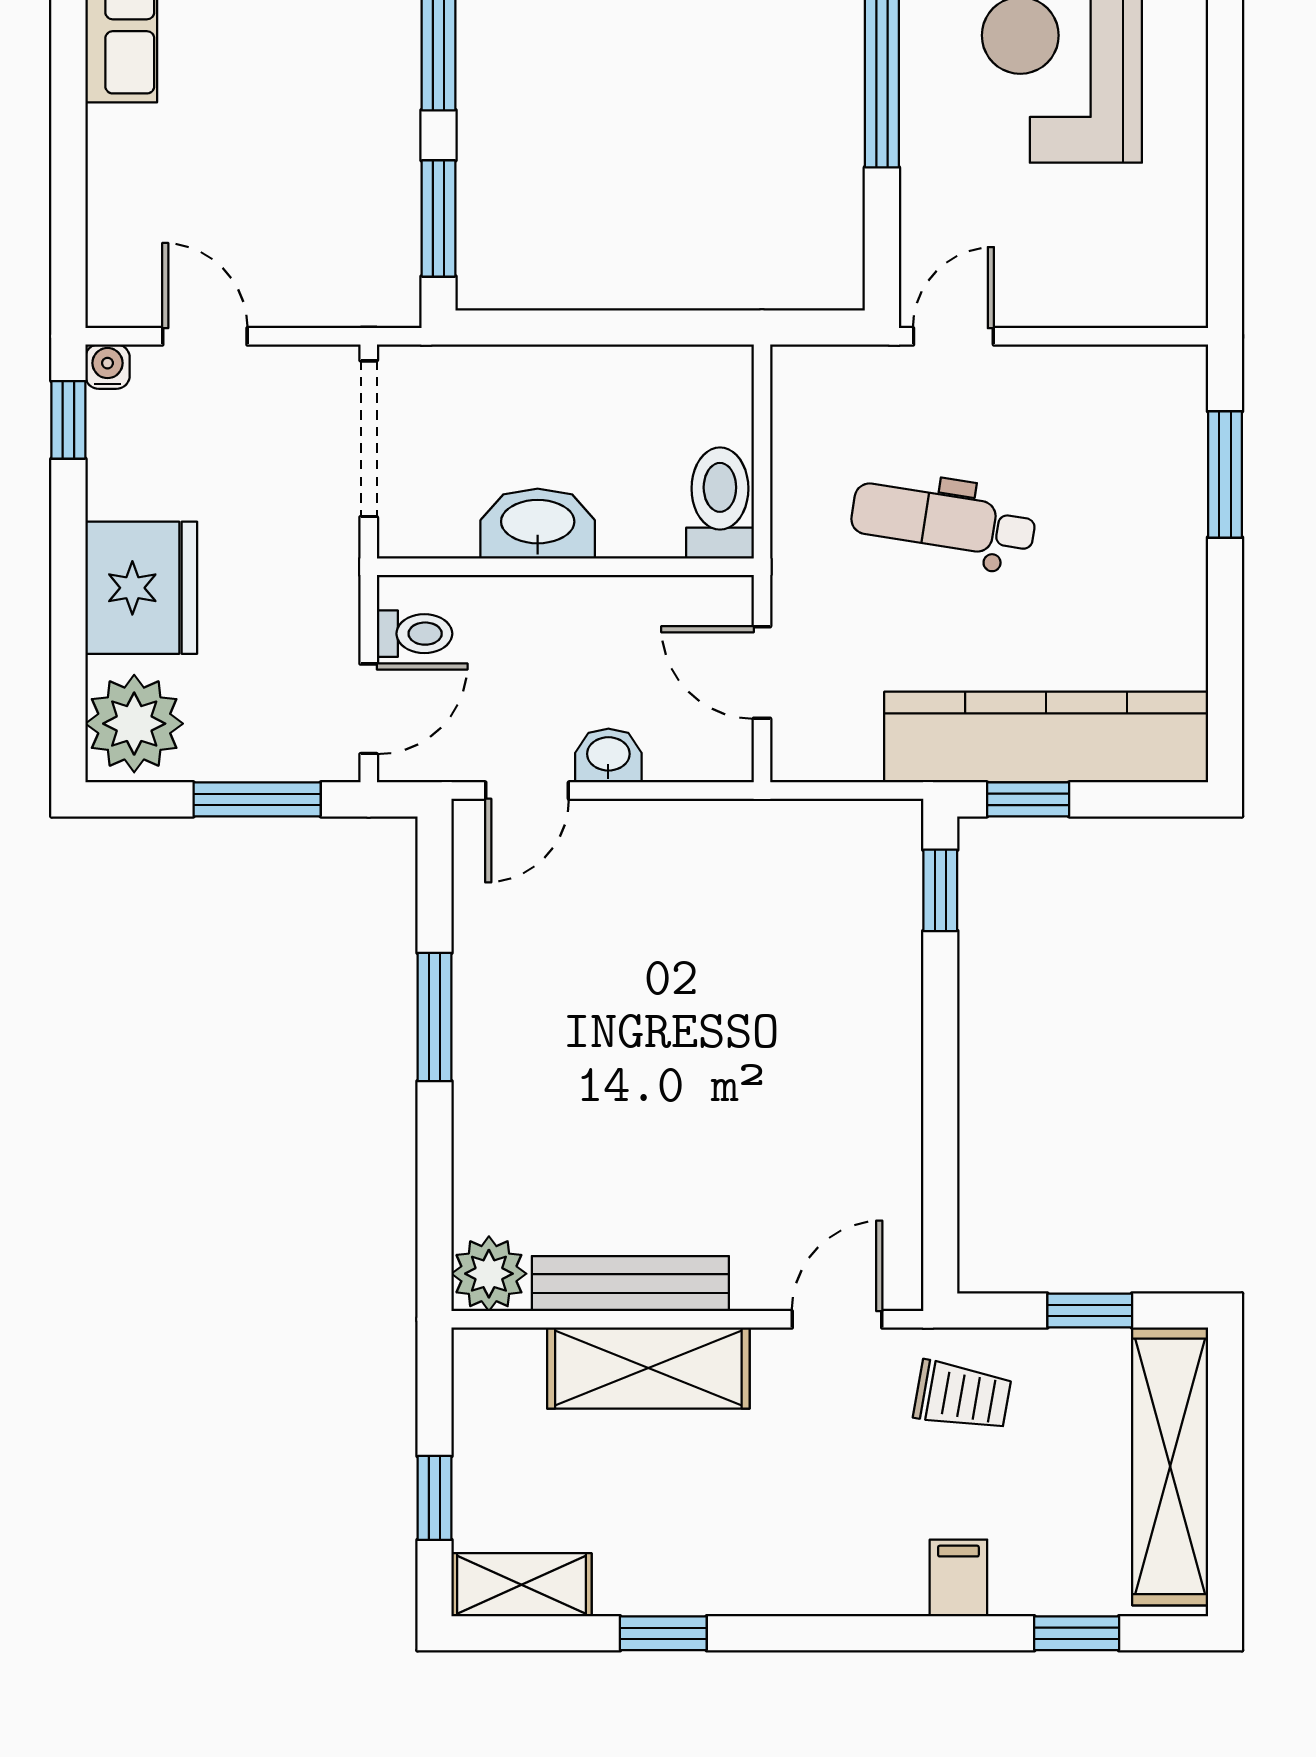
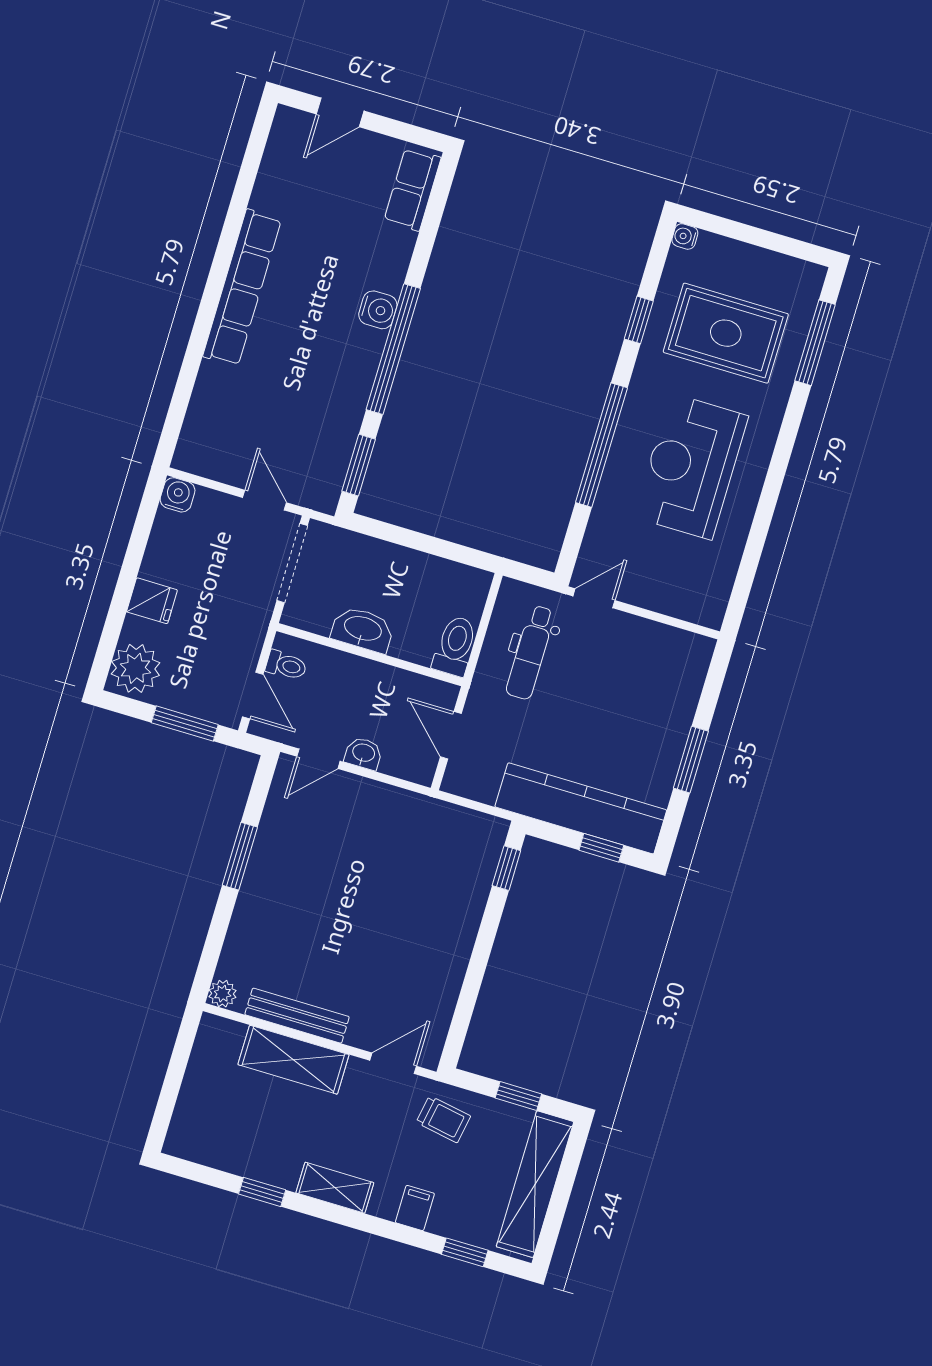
door: (205, 336) -> (265, 500), moved
water cooler: (107, 367) -> (178, 495), width x1.38, depth x1.38
window: (68, 420) -> (148, 510), removed
window: (1225, 474) -> (691, 760), moved
dental chair: (943, 521) -> (530, 652), moved, turned -99
fridge: (141, 588) -> (152, 601), width x0.53, depth x0.75
door: (369, 709) -> (253, 695), hinge flipped
window: (1028, 799) -> (601, 848), moved
plant: (489, 1274) -> (223, 994), width x0.73, depth x0.73
window: (434, 1498) -> (170, 1092), removed
shelving: (521, 1585) -> (335, 1188), moved

